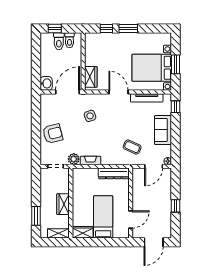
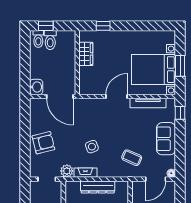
window: (128, 28) -> (128, 26), removed
toilet: (70, 40) -> (38, 39), moved
wardrobe: (91, 77) -> (86, 54), moved
door: (67, 92) -> (60, 96), swing flipped
door: (118, 92) -> (117, 96), hinge flipped
side table: (90, 116) -> (92, 147), moved
dresser: (114, 173) -> (98, 187), moved

